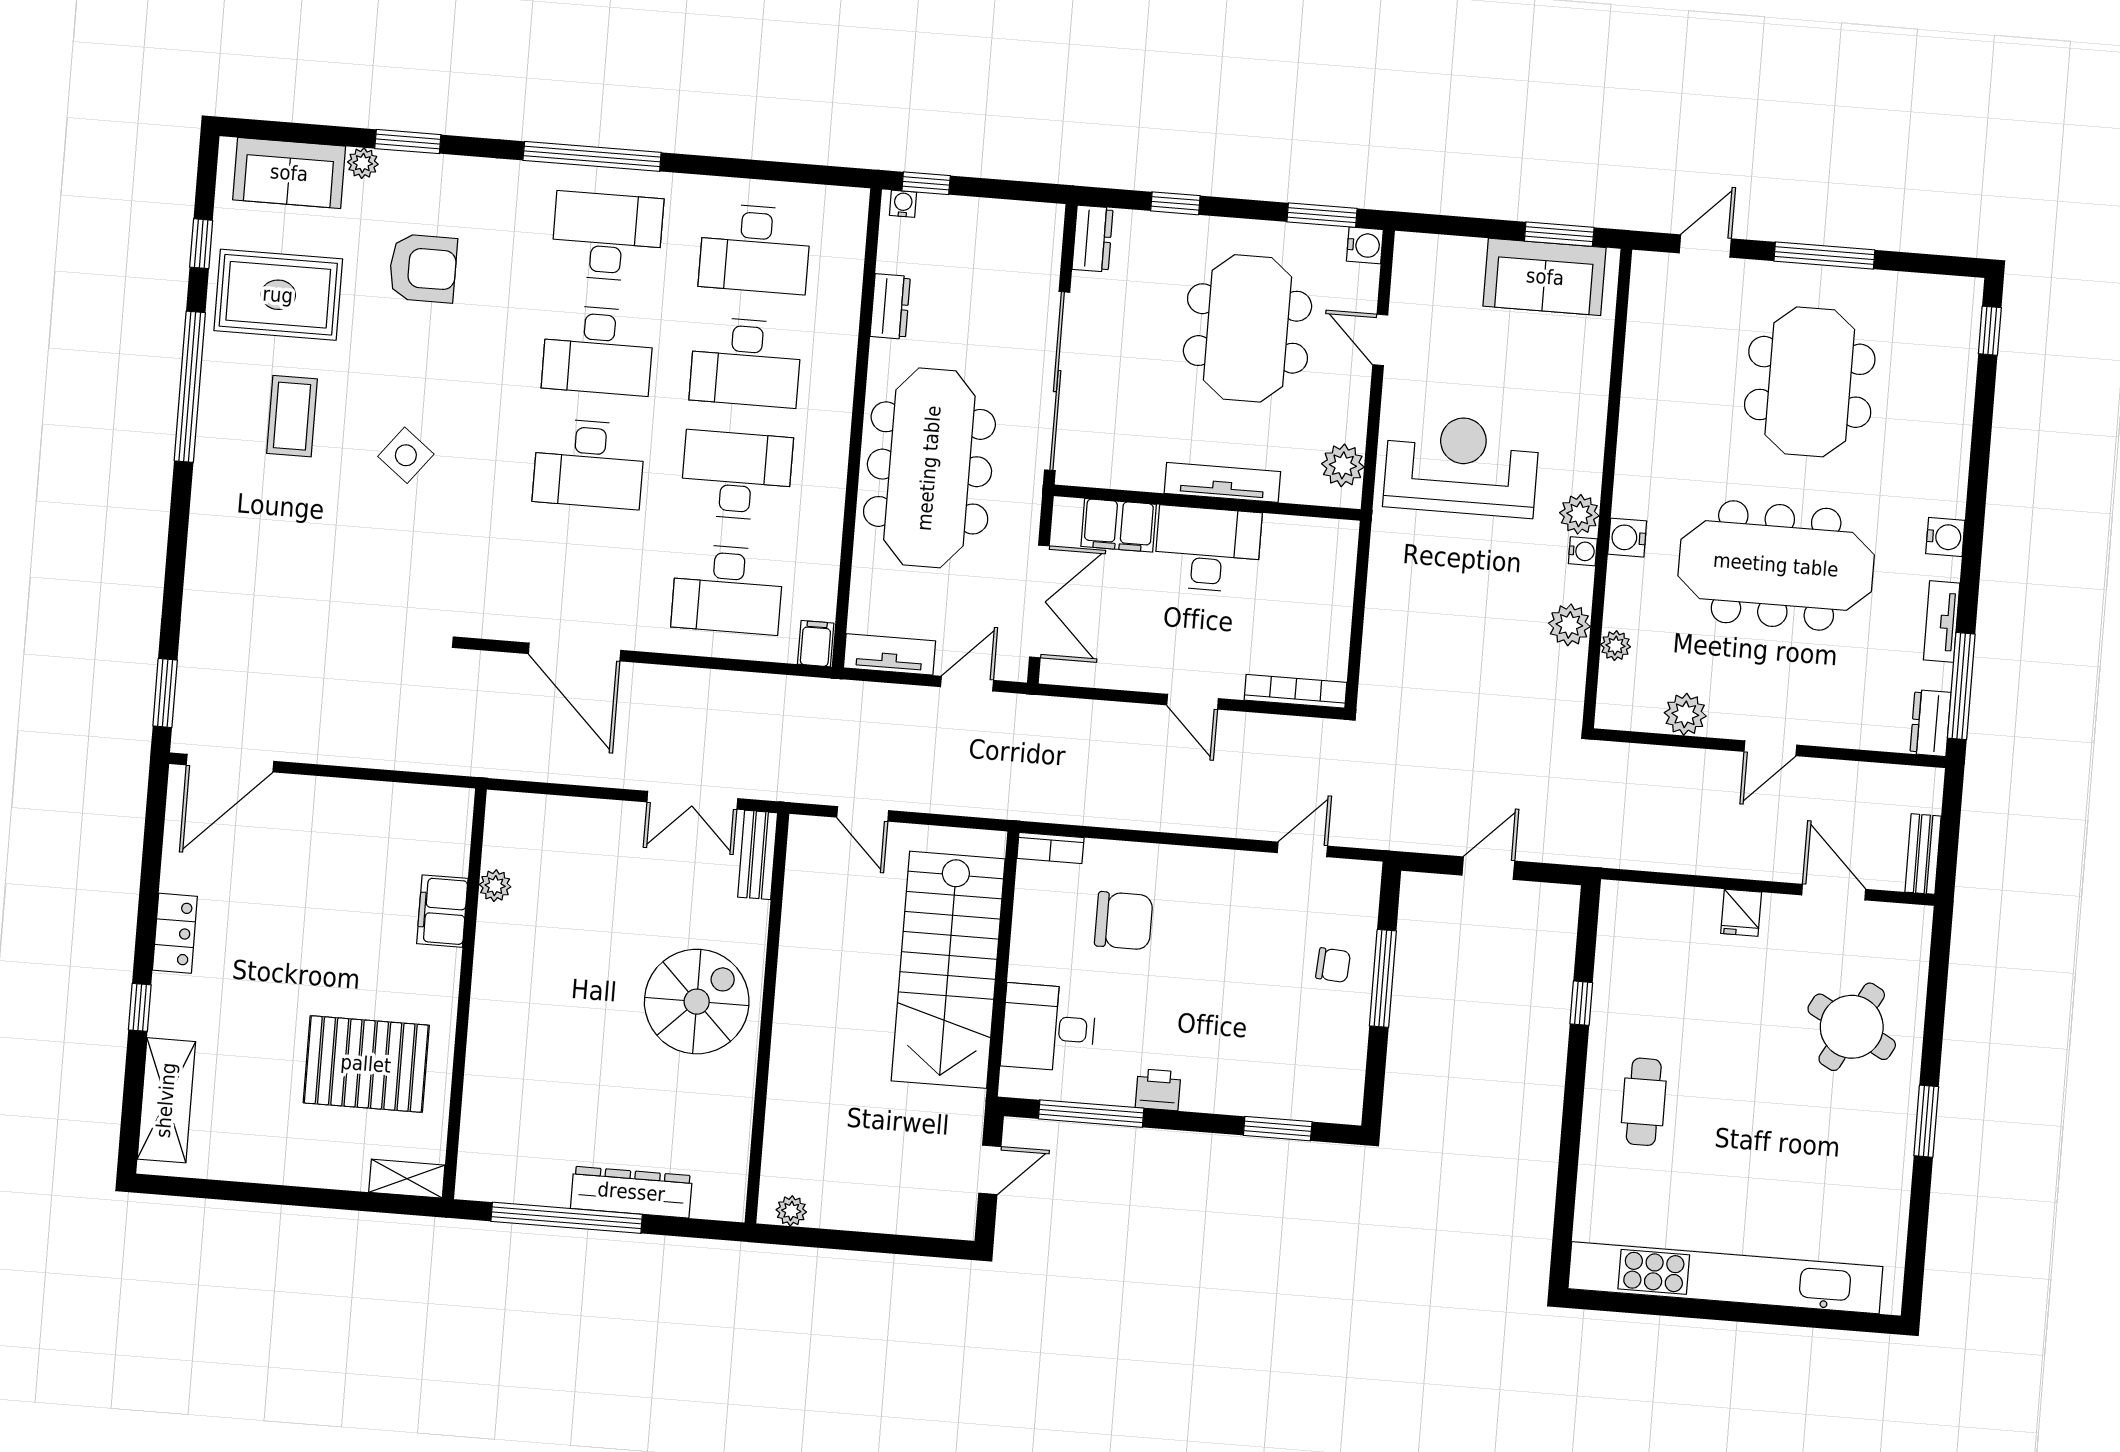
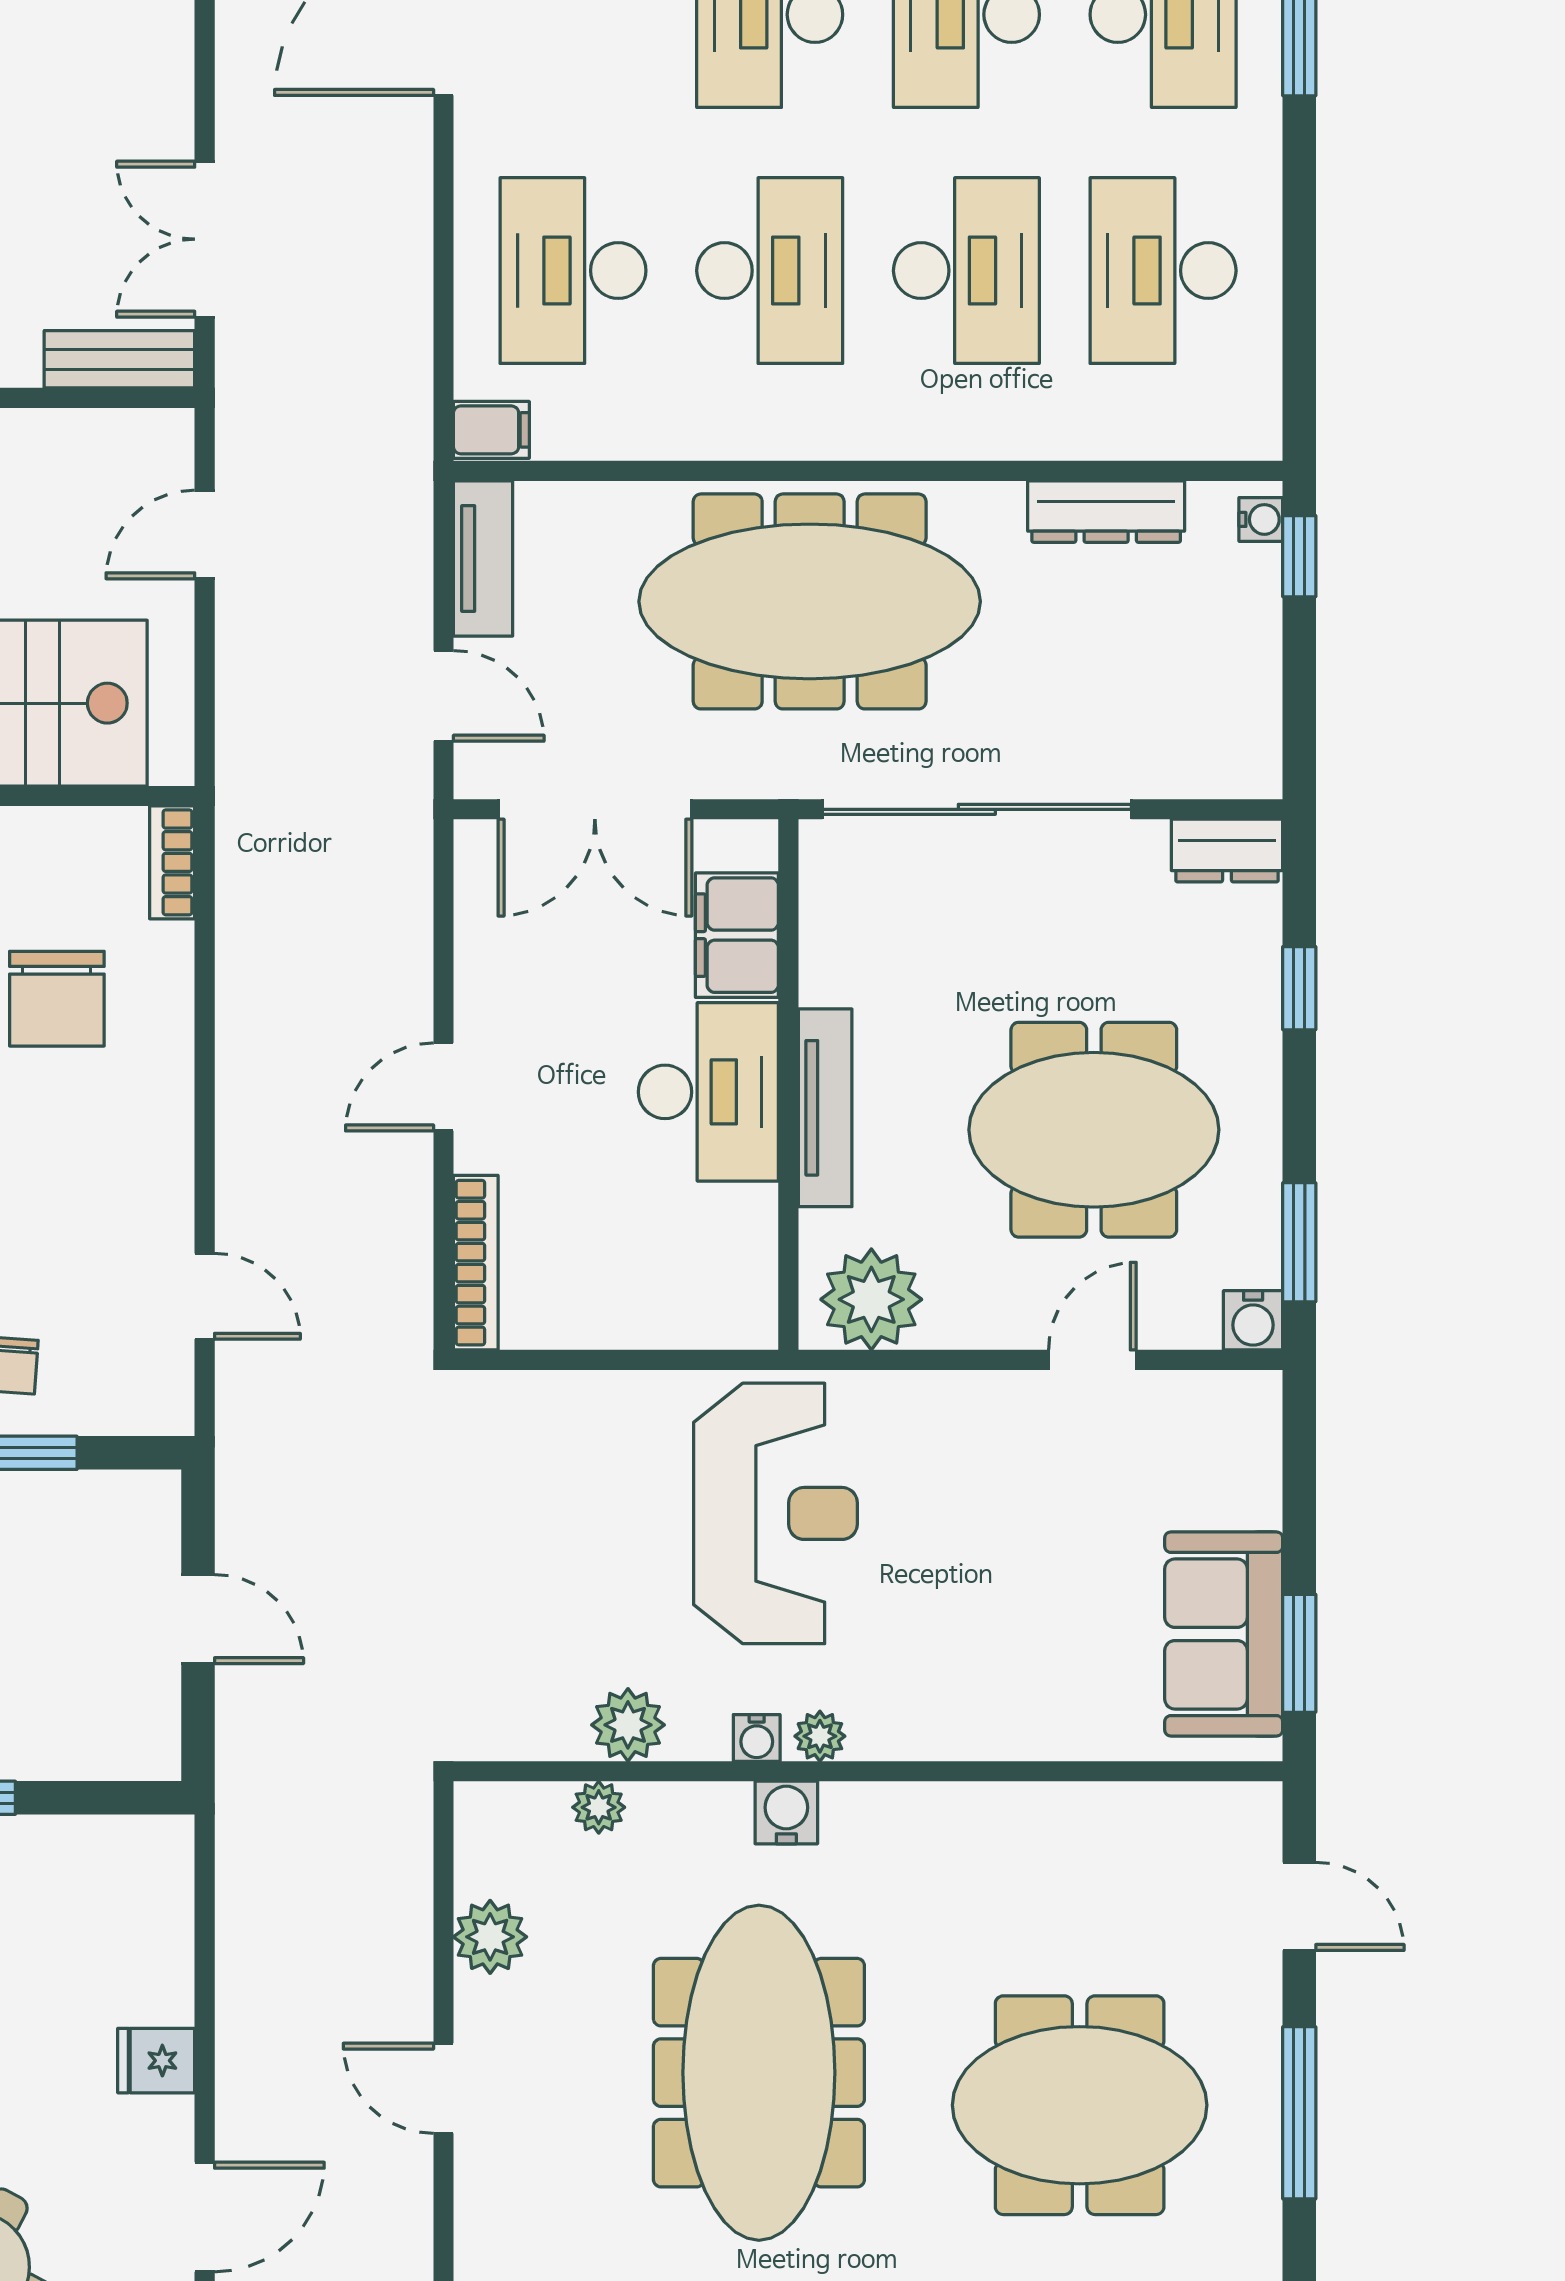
dresser: (890, 306) -> (1106, 512), width x1.44
desk: (746, 362) -> (966, 271), turned 180
plant: (1343, 465) -> (871, 1299), width x1.36, depth x1.36
reception desk: (1461, 465) -> (775, 1513), moved
plant: (1579, 514) -> (820, 1736), width x0.73, depth x0.73

